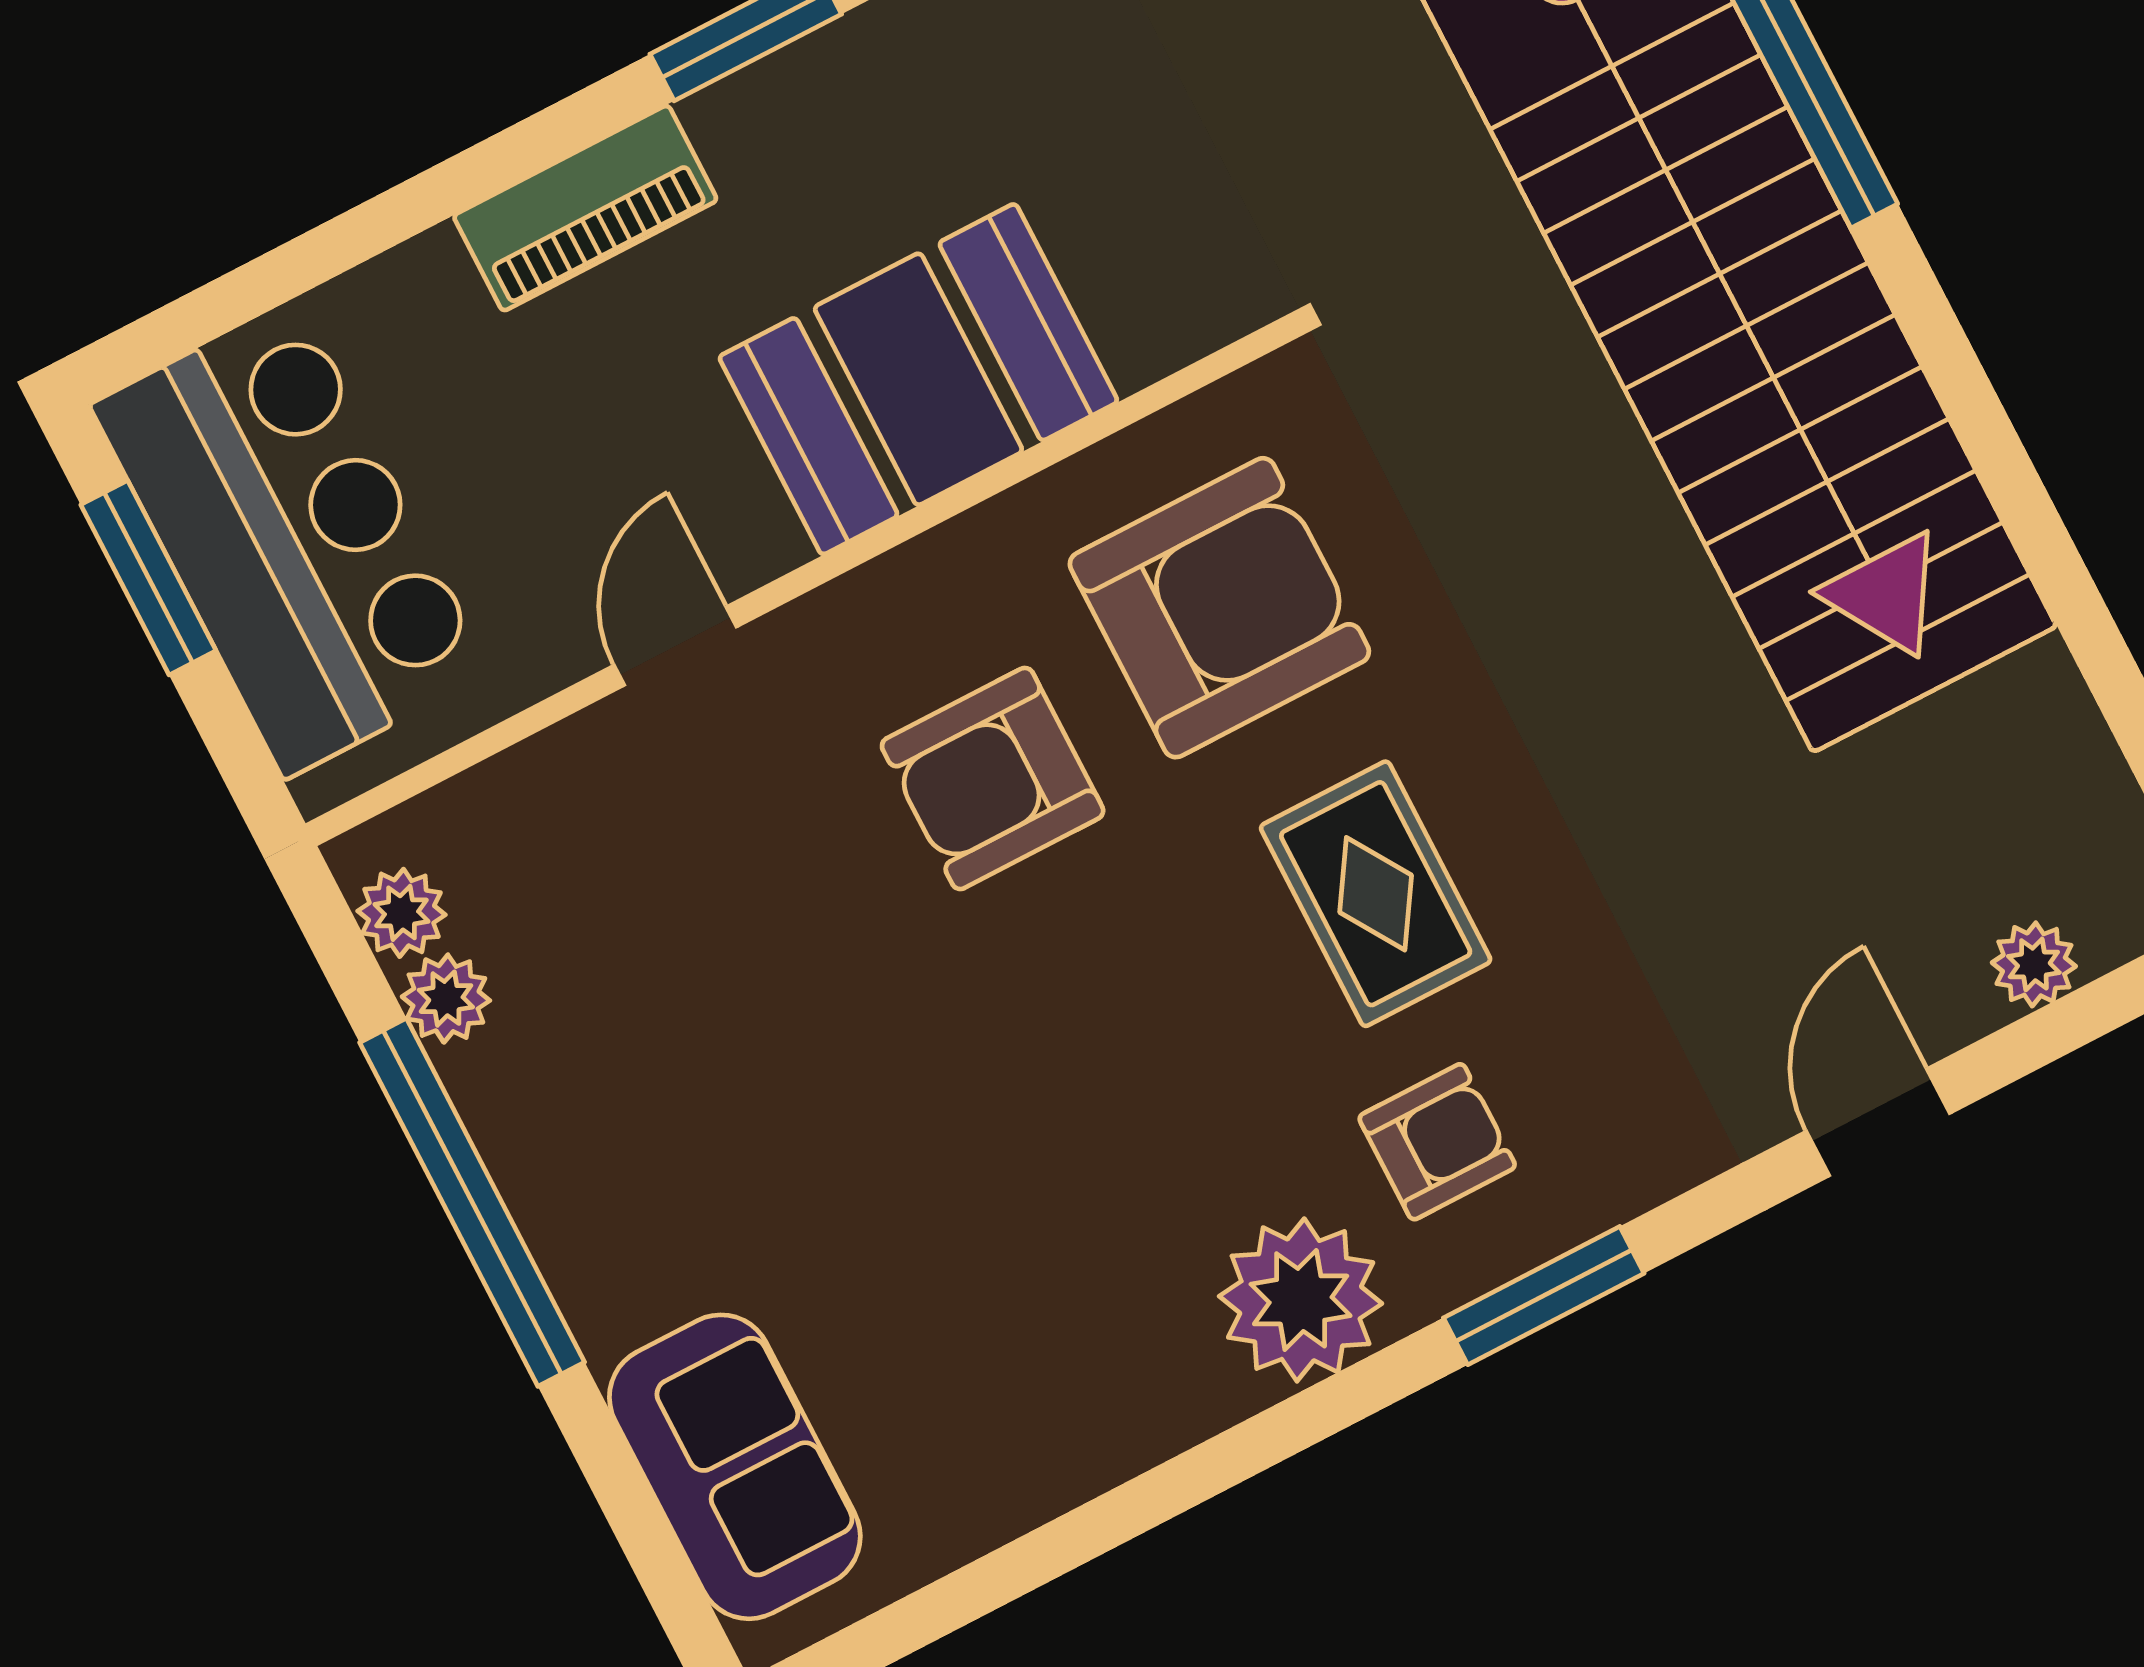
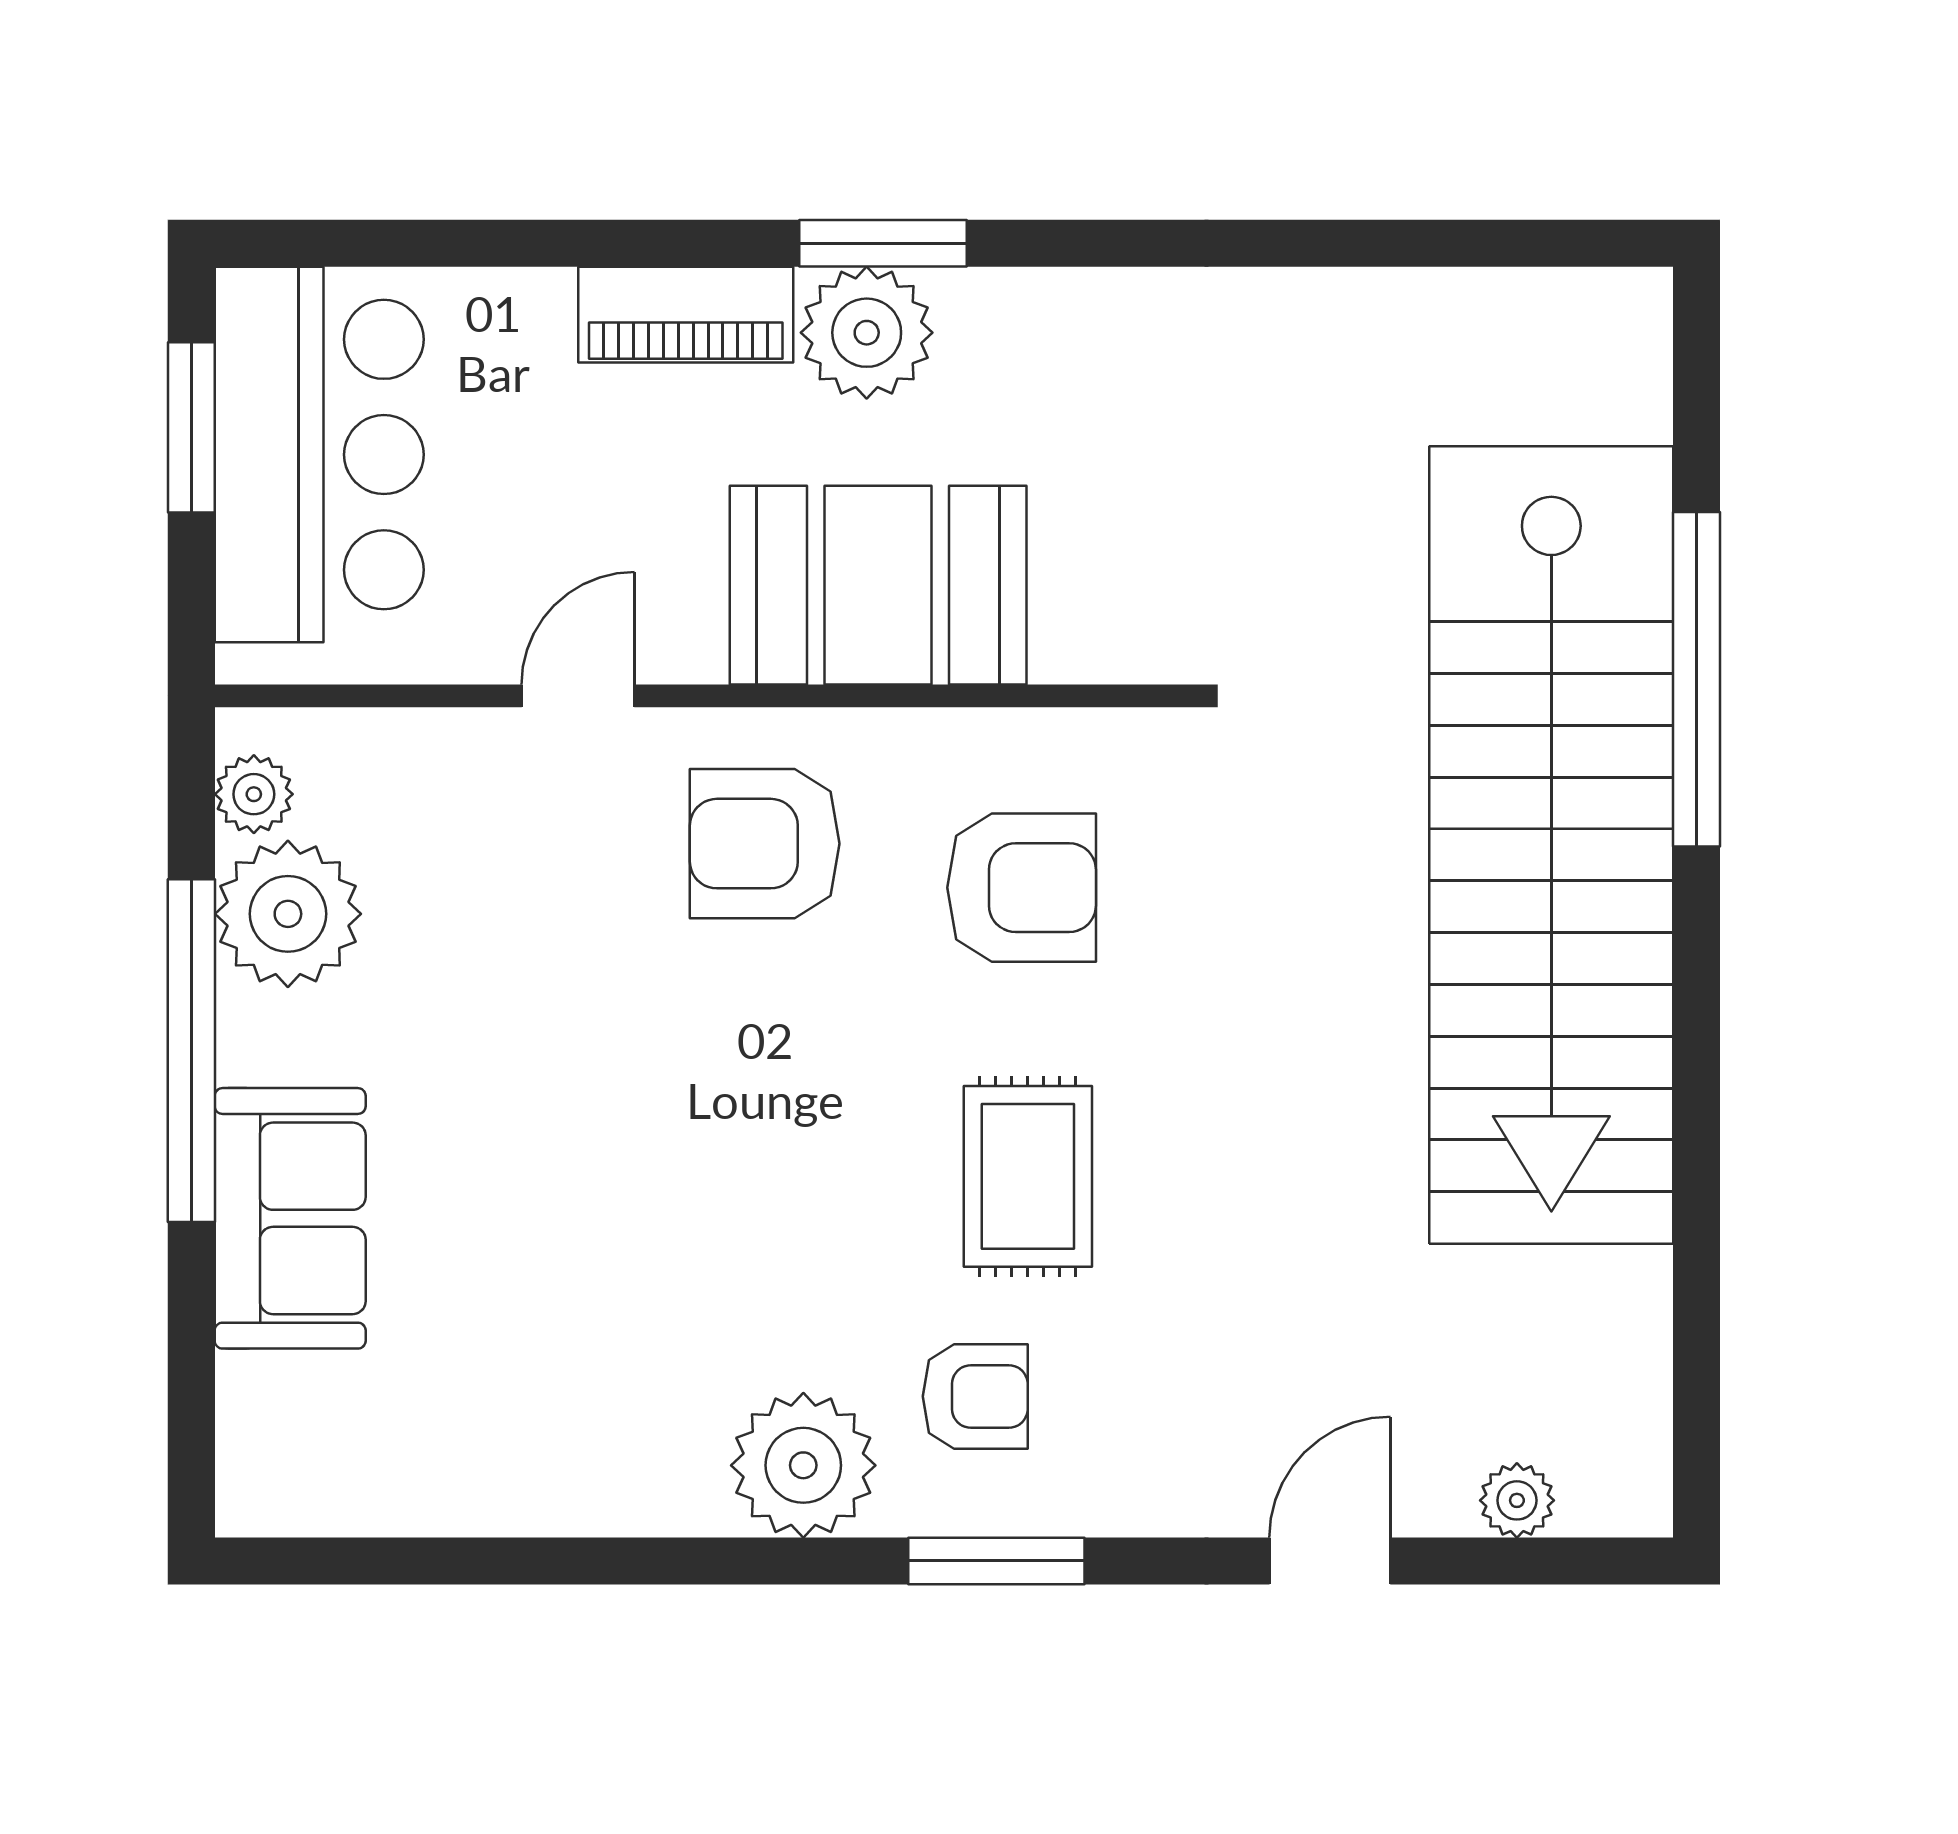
plant: (776, 132) -> (867, 333), added
armchair: (1219, 608) -> (1022, 888), width x0.73, depth x0.73
armchair: (993, 778) -> (765, 844), moved
plant: (446, 999) -> (288, 914), width x1.88, depth x1.88
sofa: (735, 1467) -> (290, 1218), moved

